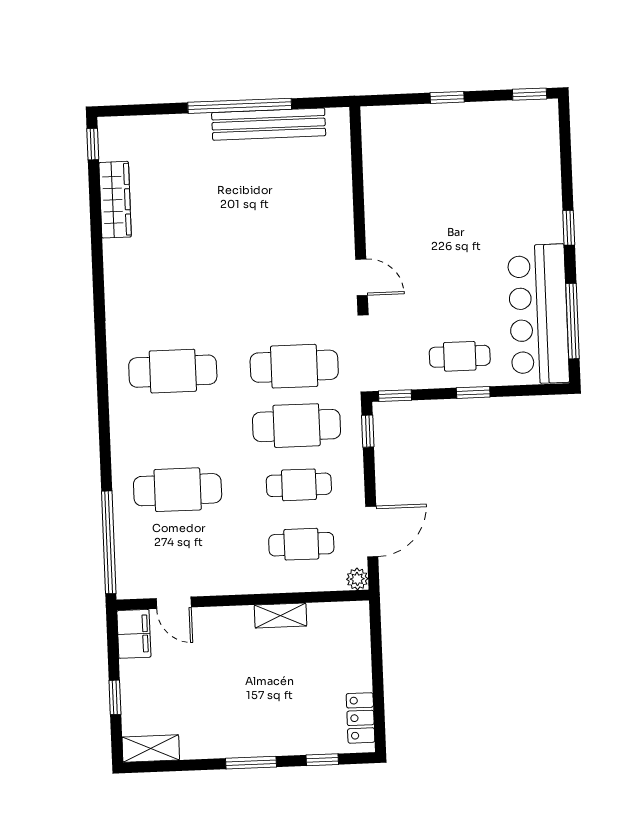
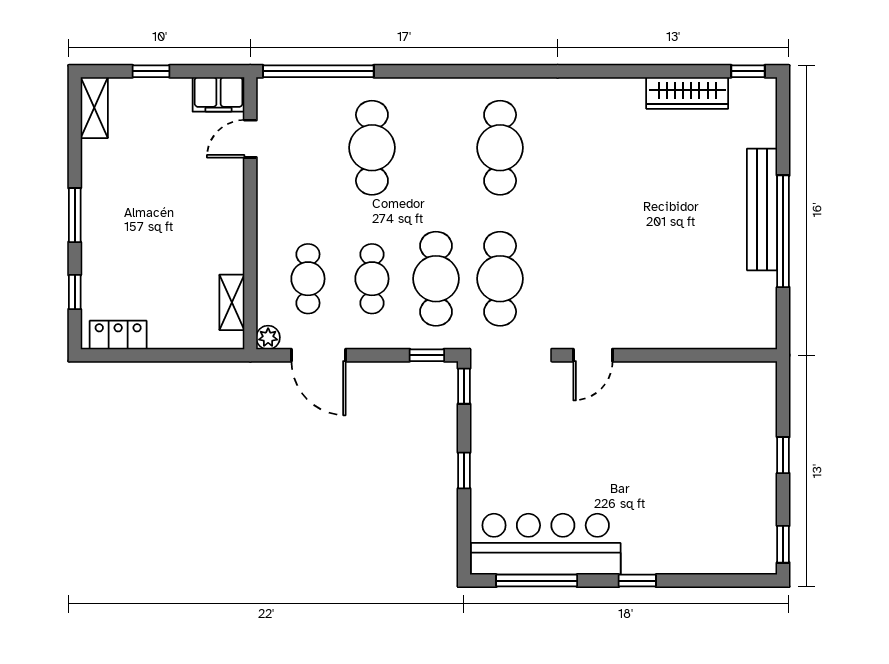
bench: (269, 124) -> (762, 209), moved
cafe table: (460, 356) -> (504, 458), removed
shelving: (280, 616) -> (232, 302), moved

